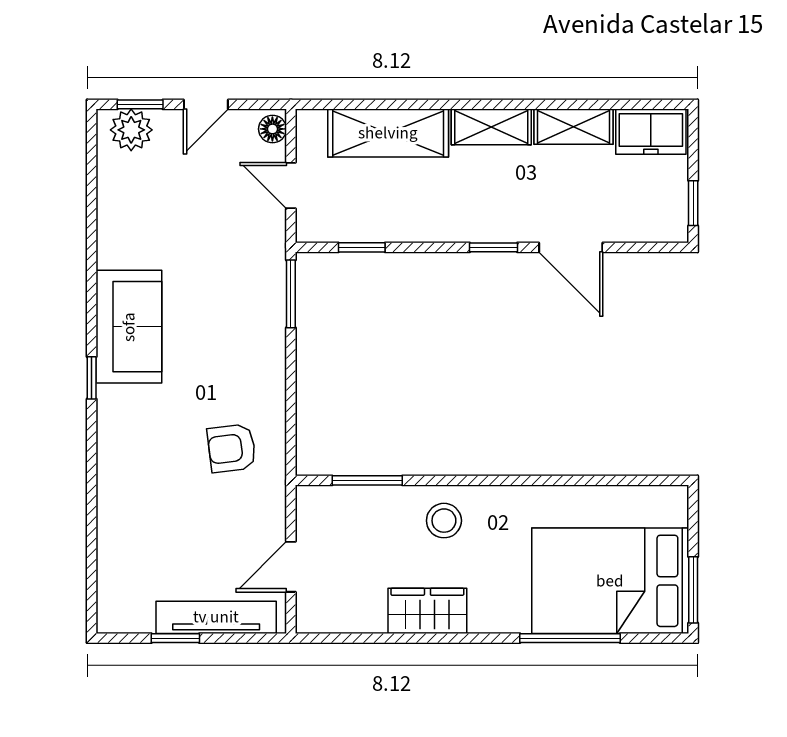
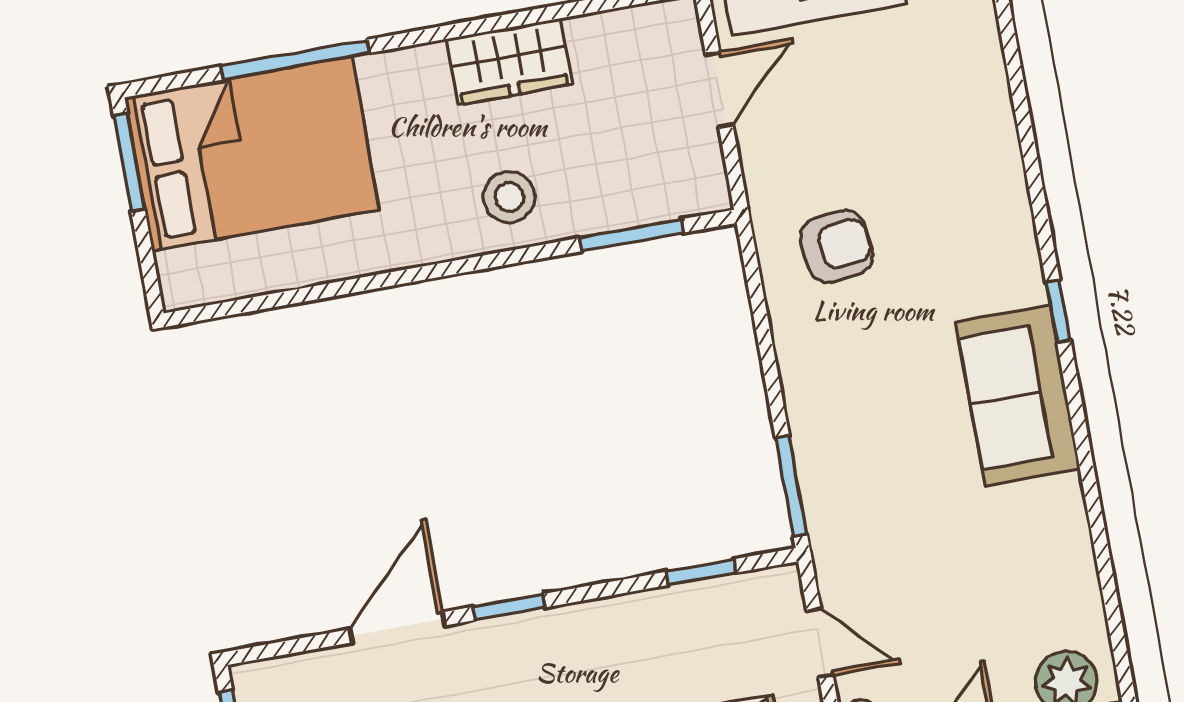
door: (571, 247) -> (397, 627), hinge flipped

